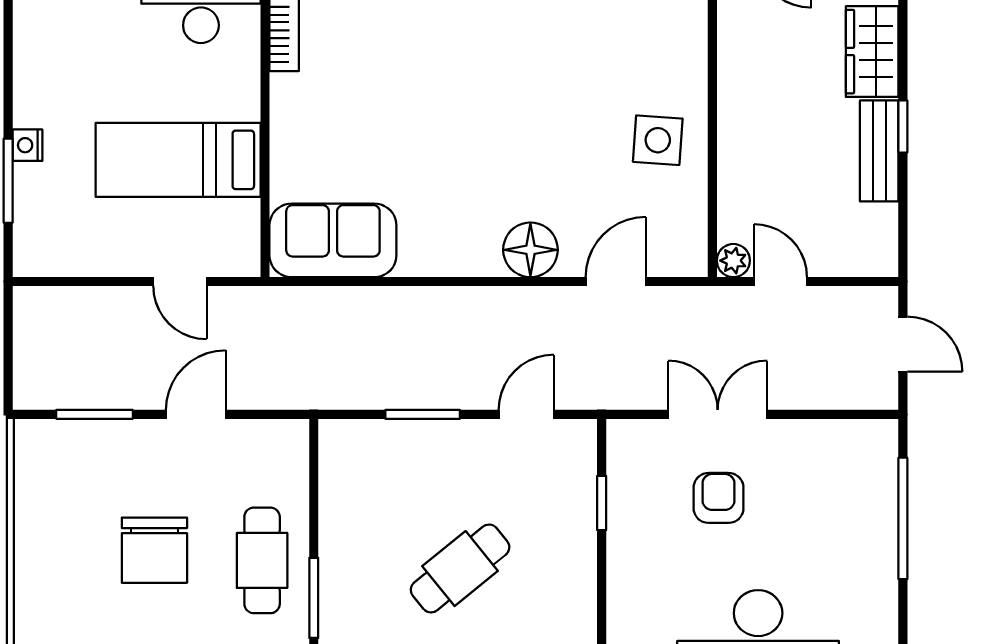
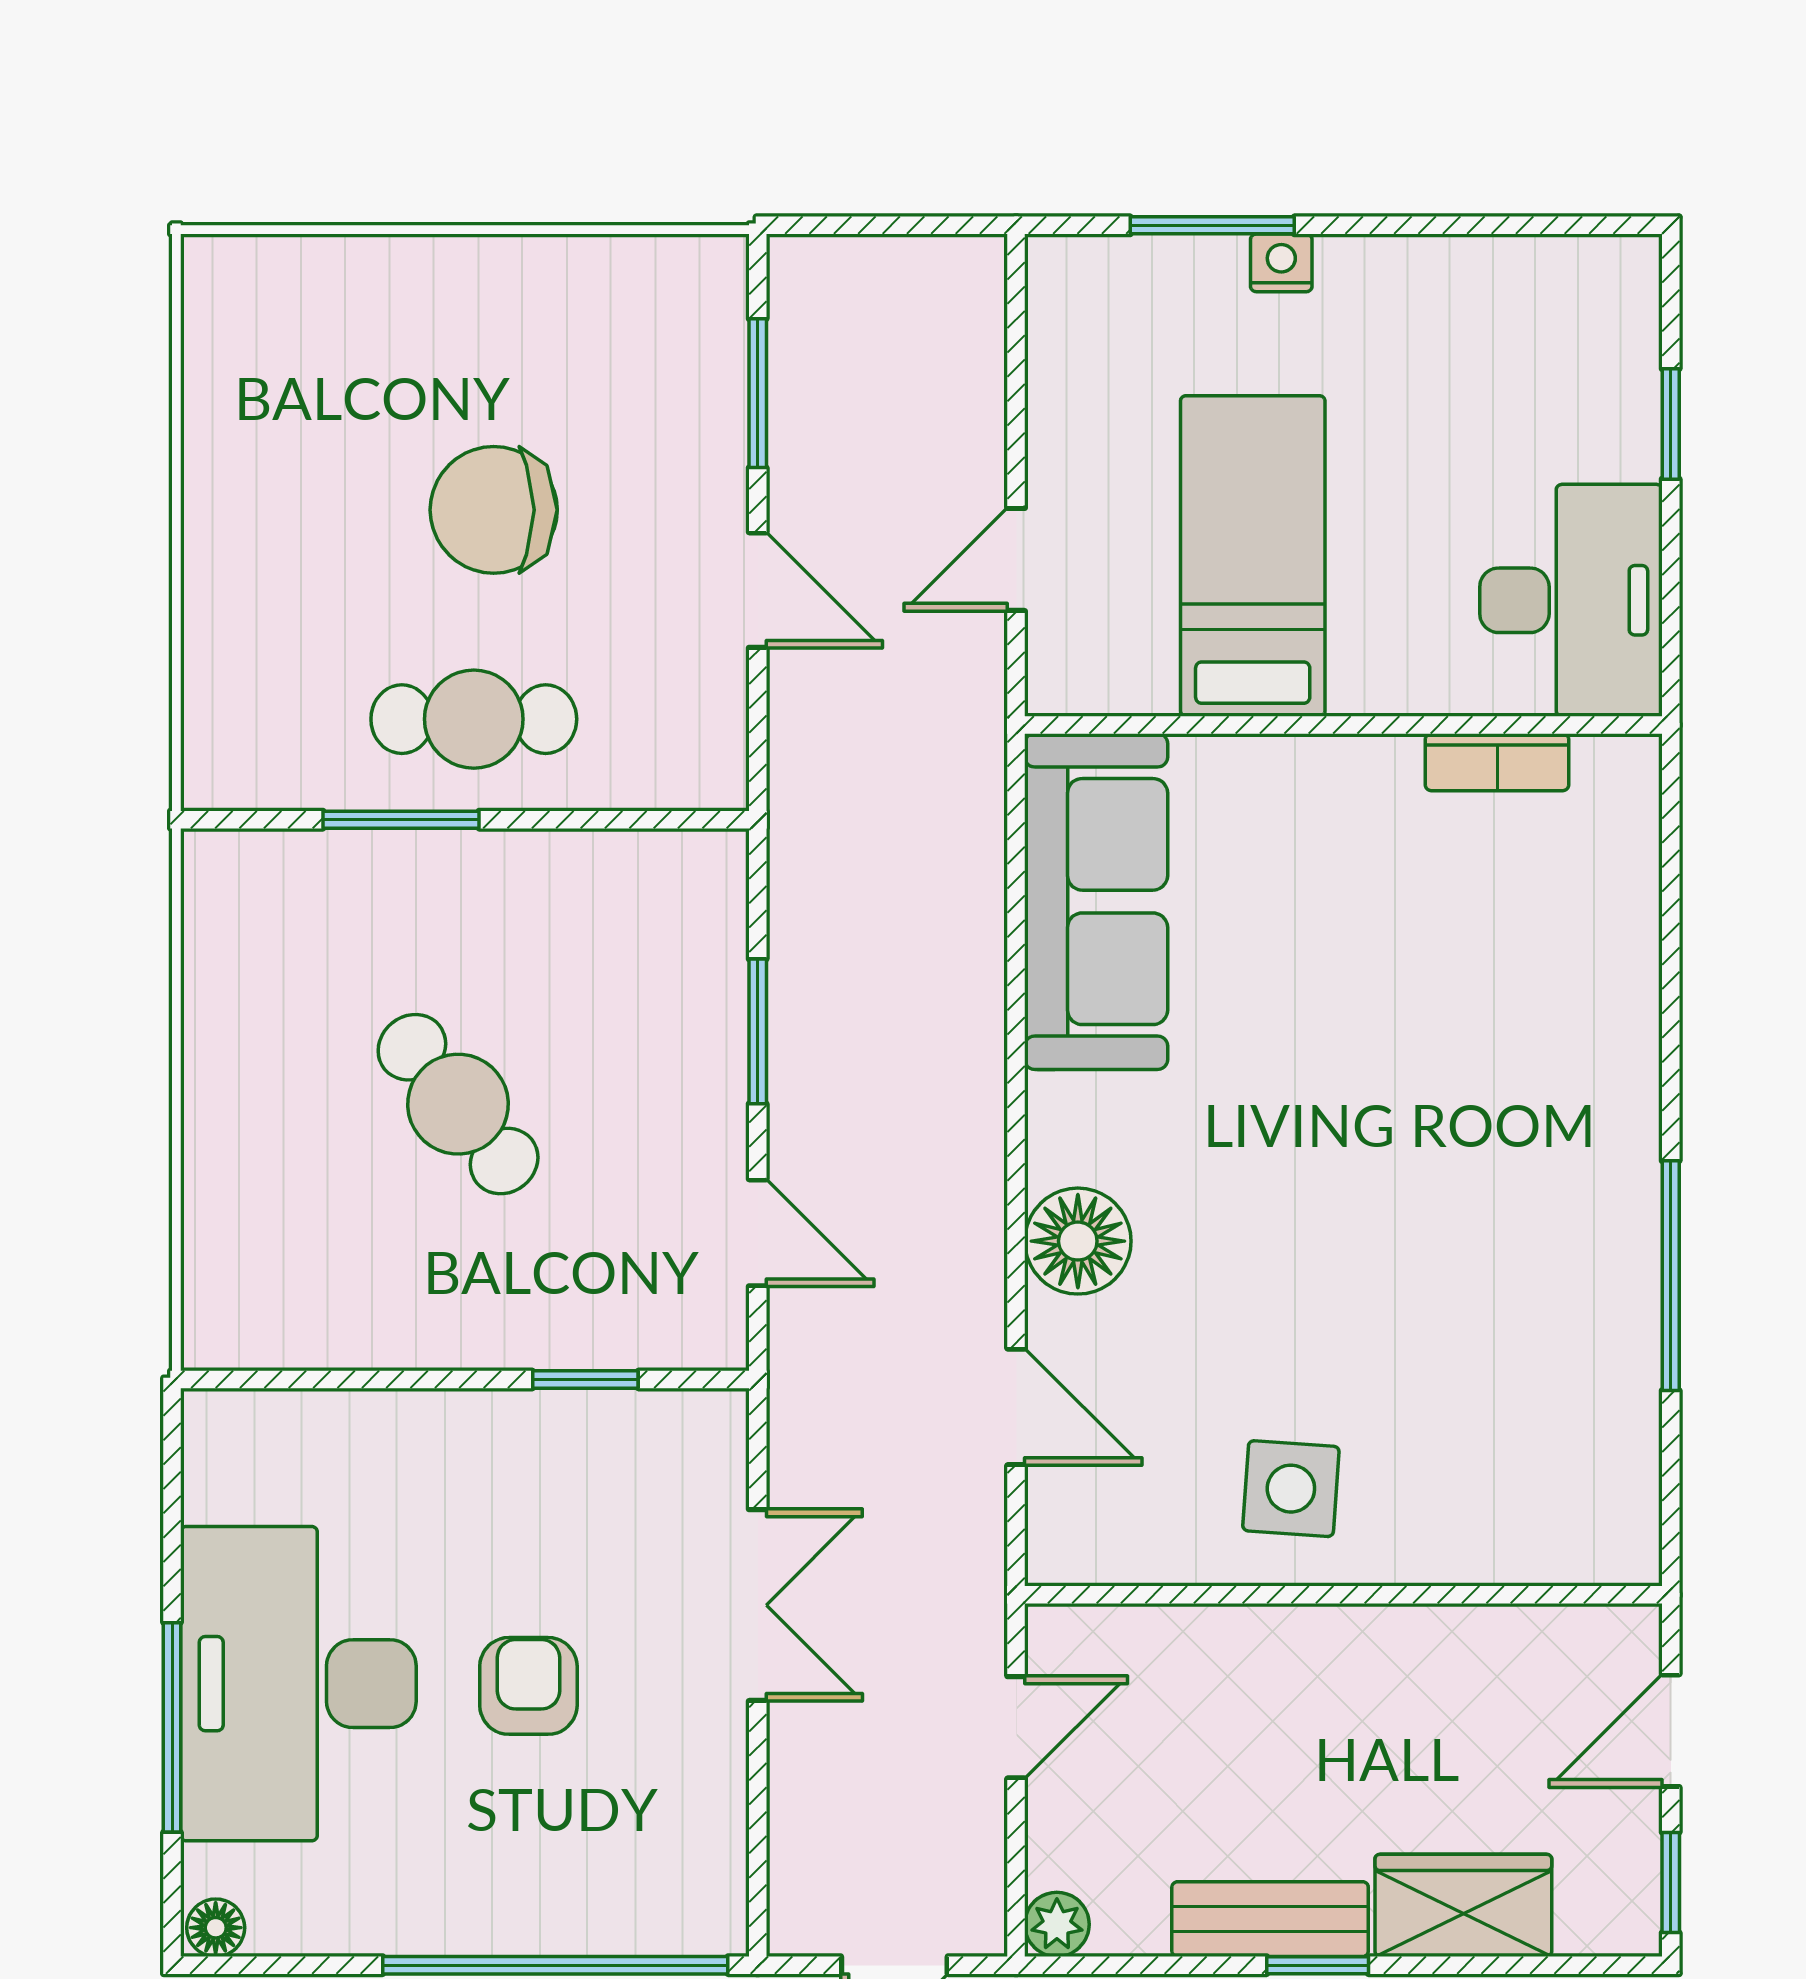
sofa: (333, 240) -> (1096, 902), width x1.36
plant: (733, 261) -> (1057, 1924), moved
armchair: (719, 498) -> (528, 1686), moved, turned -90
window: (903, 518) -> (555, 1965), width x1.46

